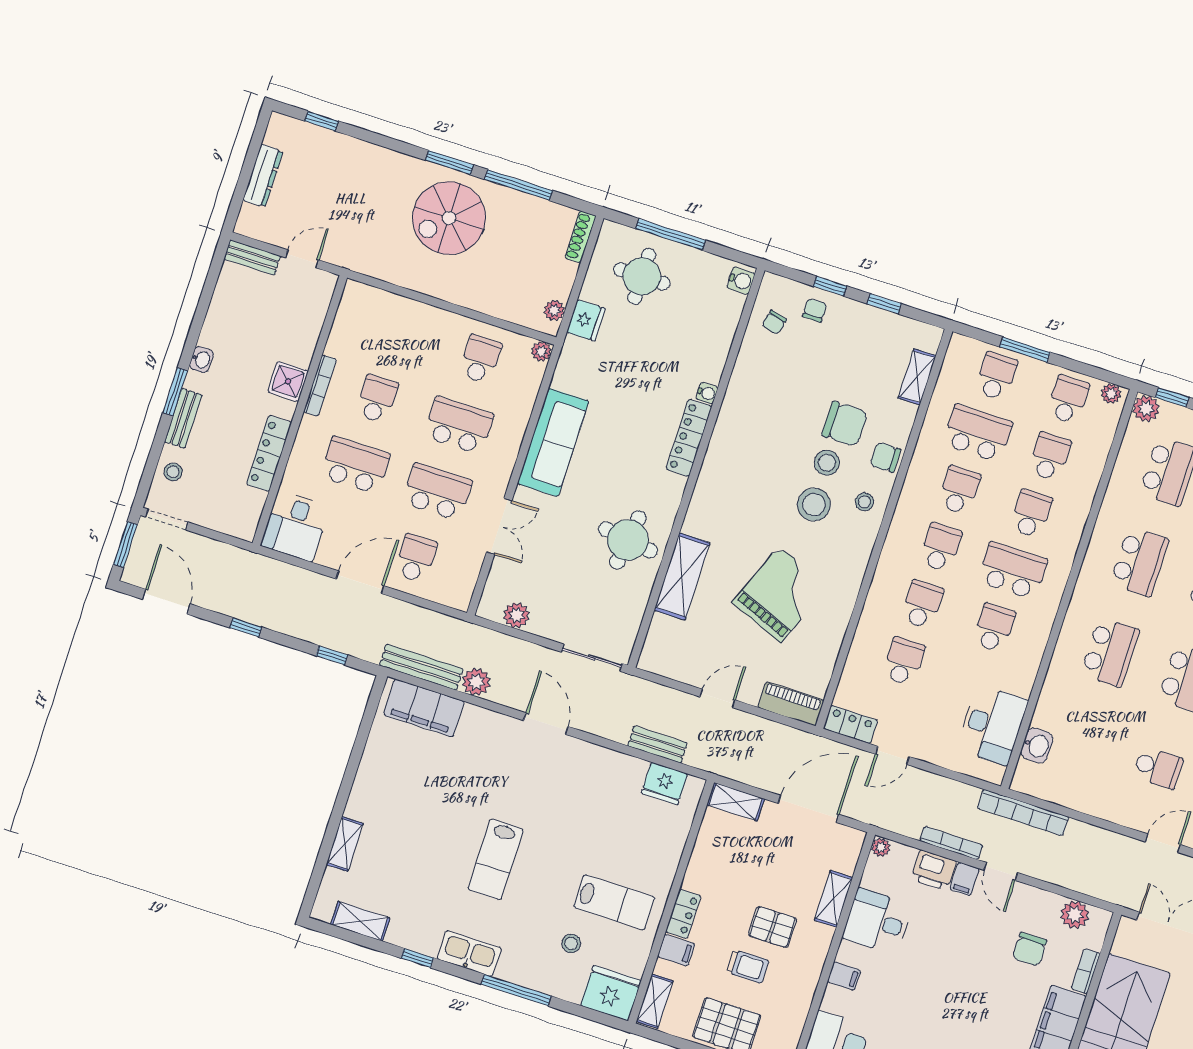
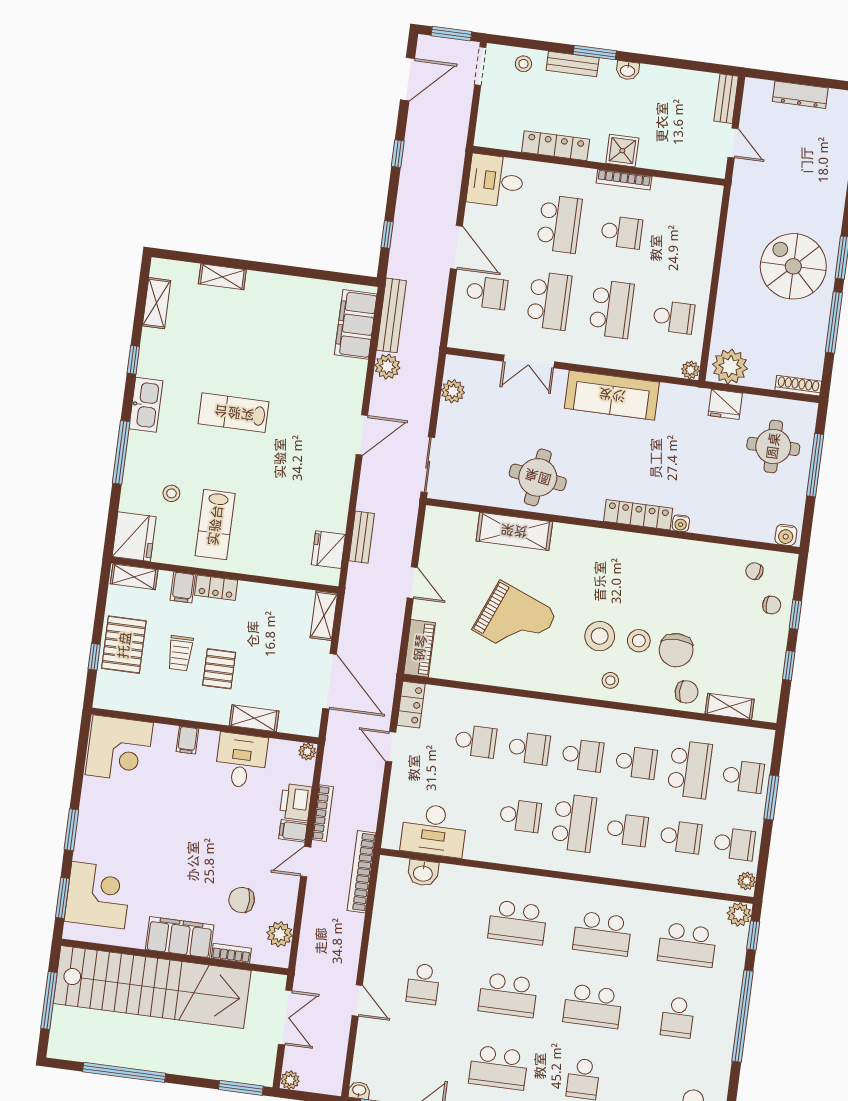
plant: (554, 310) -> (730, 366), width x1.87, depth x1.87
chair: (885, 457) -> (687, 692), moved, turned 90

